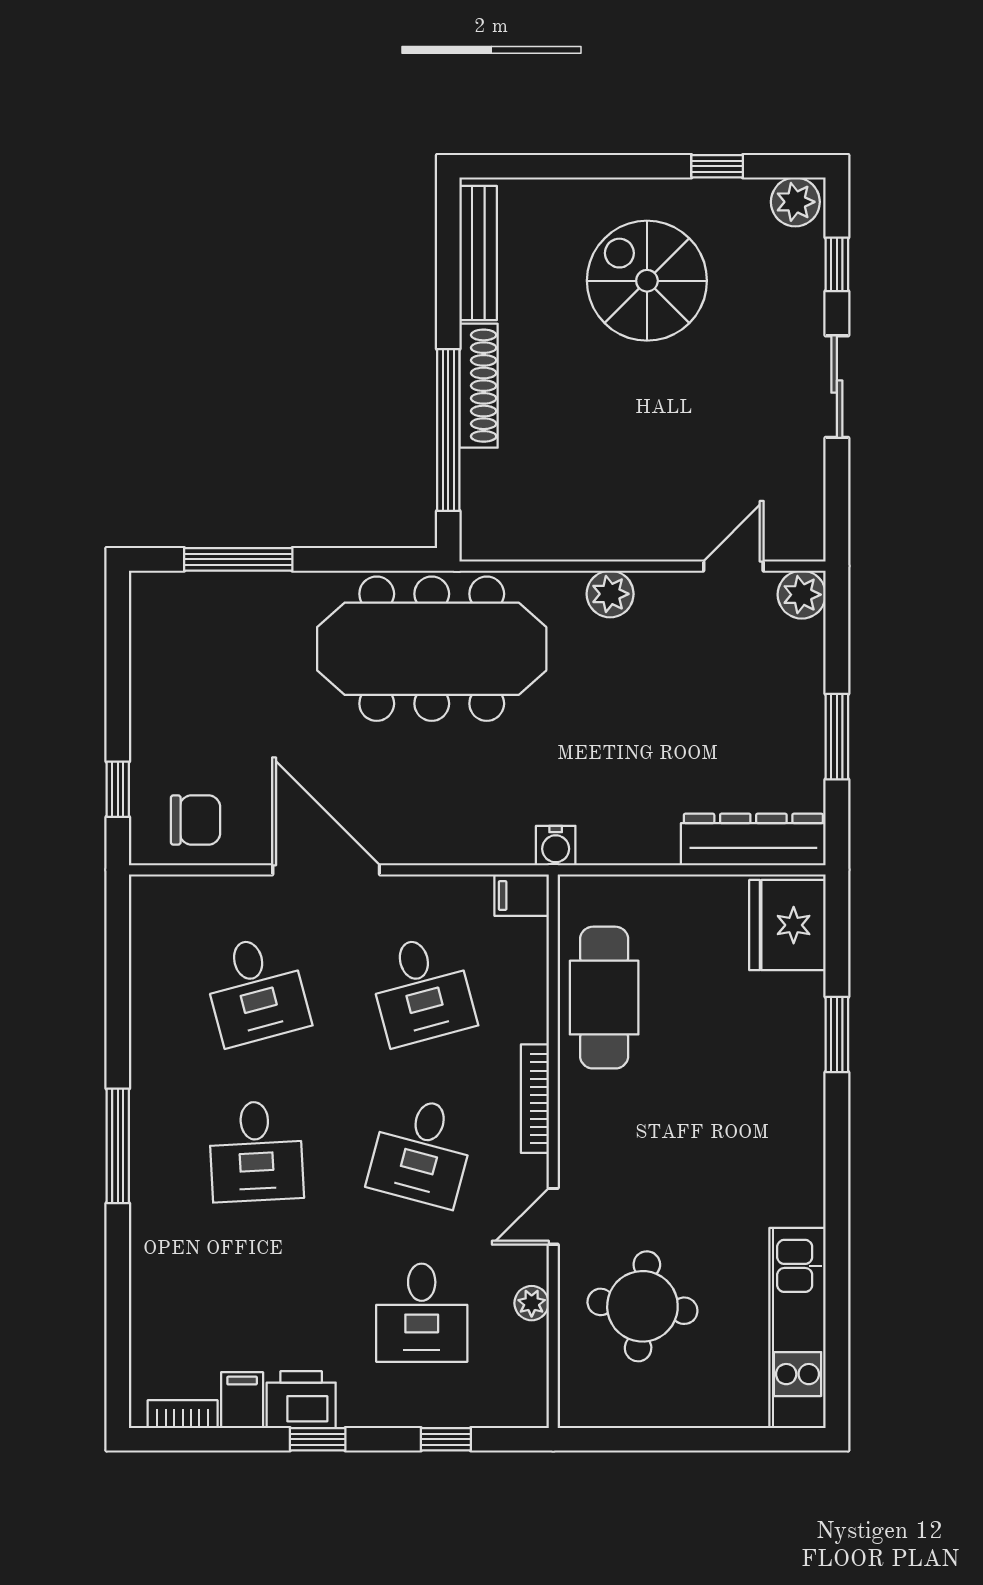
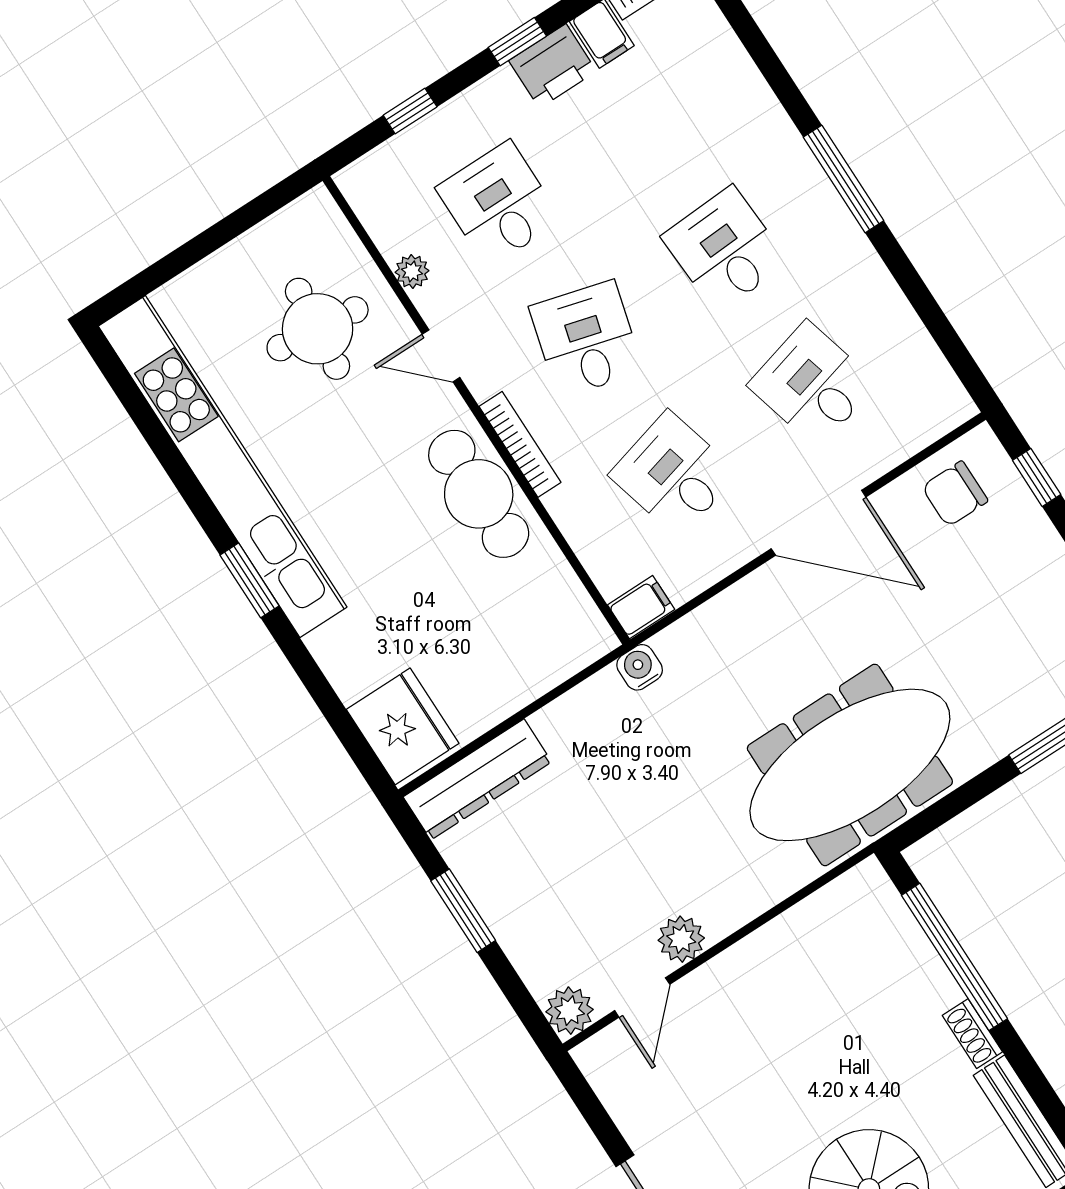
shoe rack: (479, 386) -> (972, 1034), width x0.51, depth x0.81
plant: (610, 594) -> (681, 939), moved
cafe table: (604, 998) -> (479, 494), moved
window: (837, 1035) -> (250, 580), moved
door: (553, 1216) -> (441, 356), swing flipped
kitchen unit: (797, 1328) -> (223, 467), width x1.86

